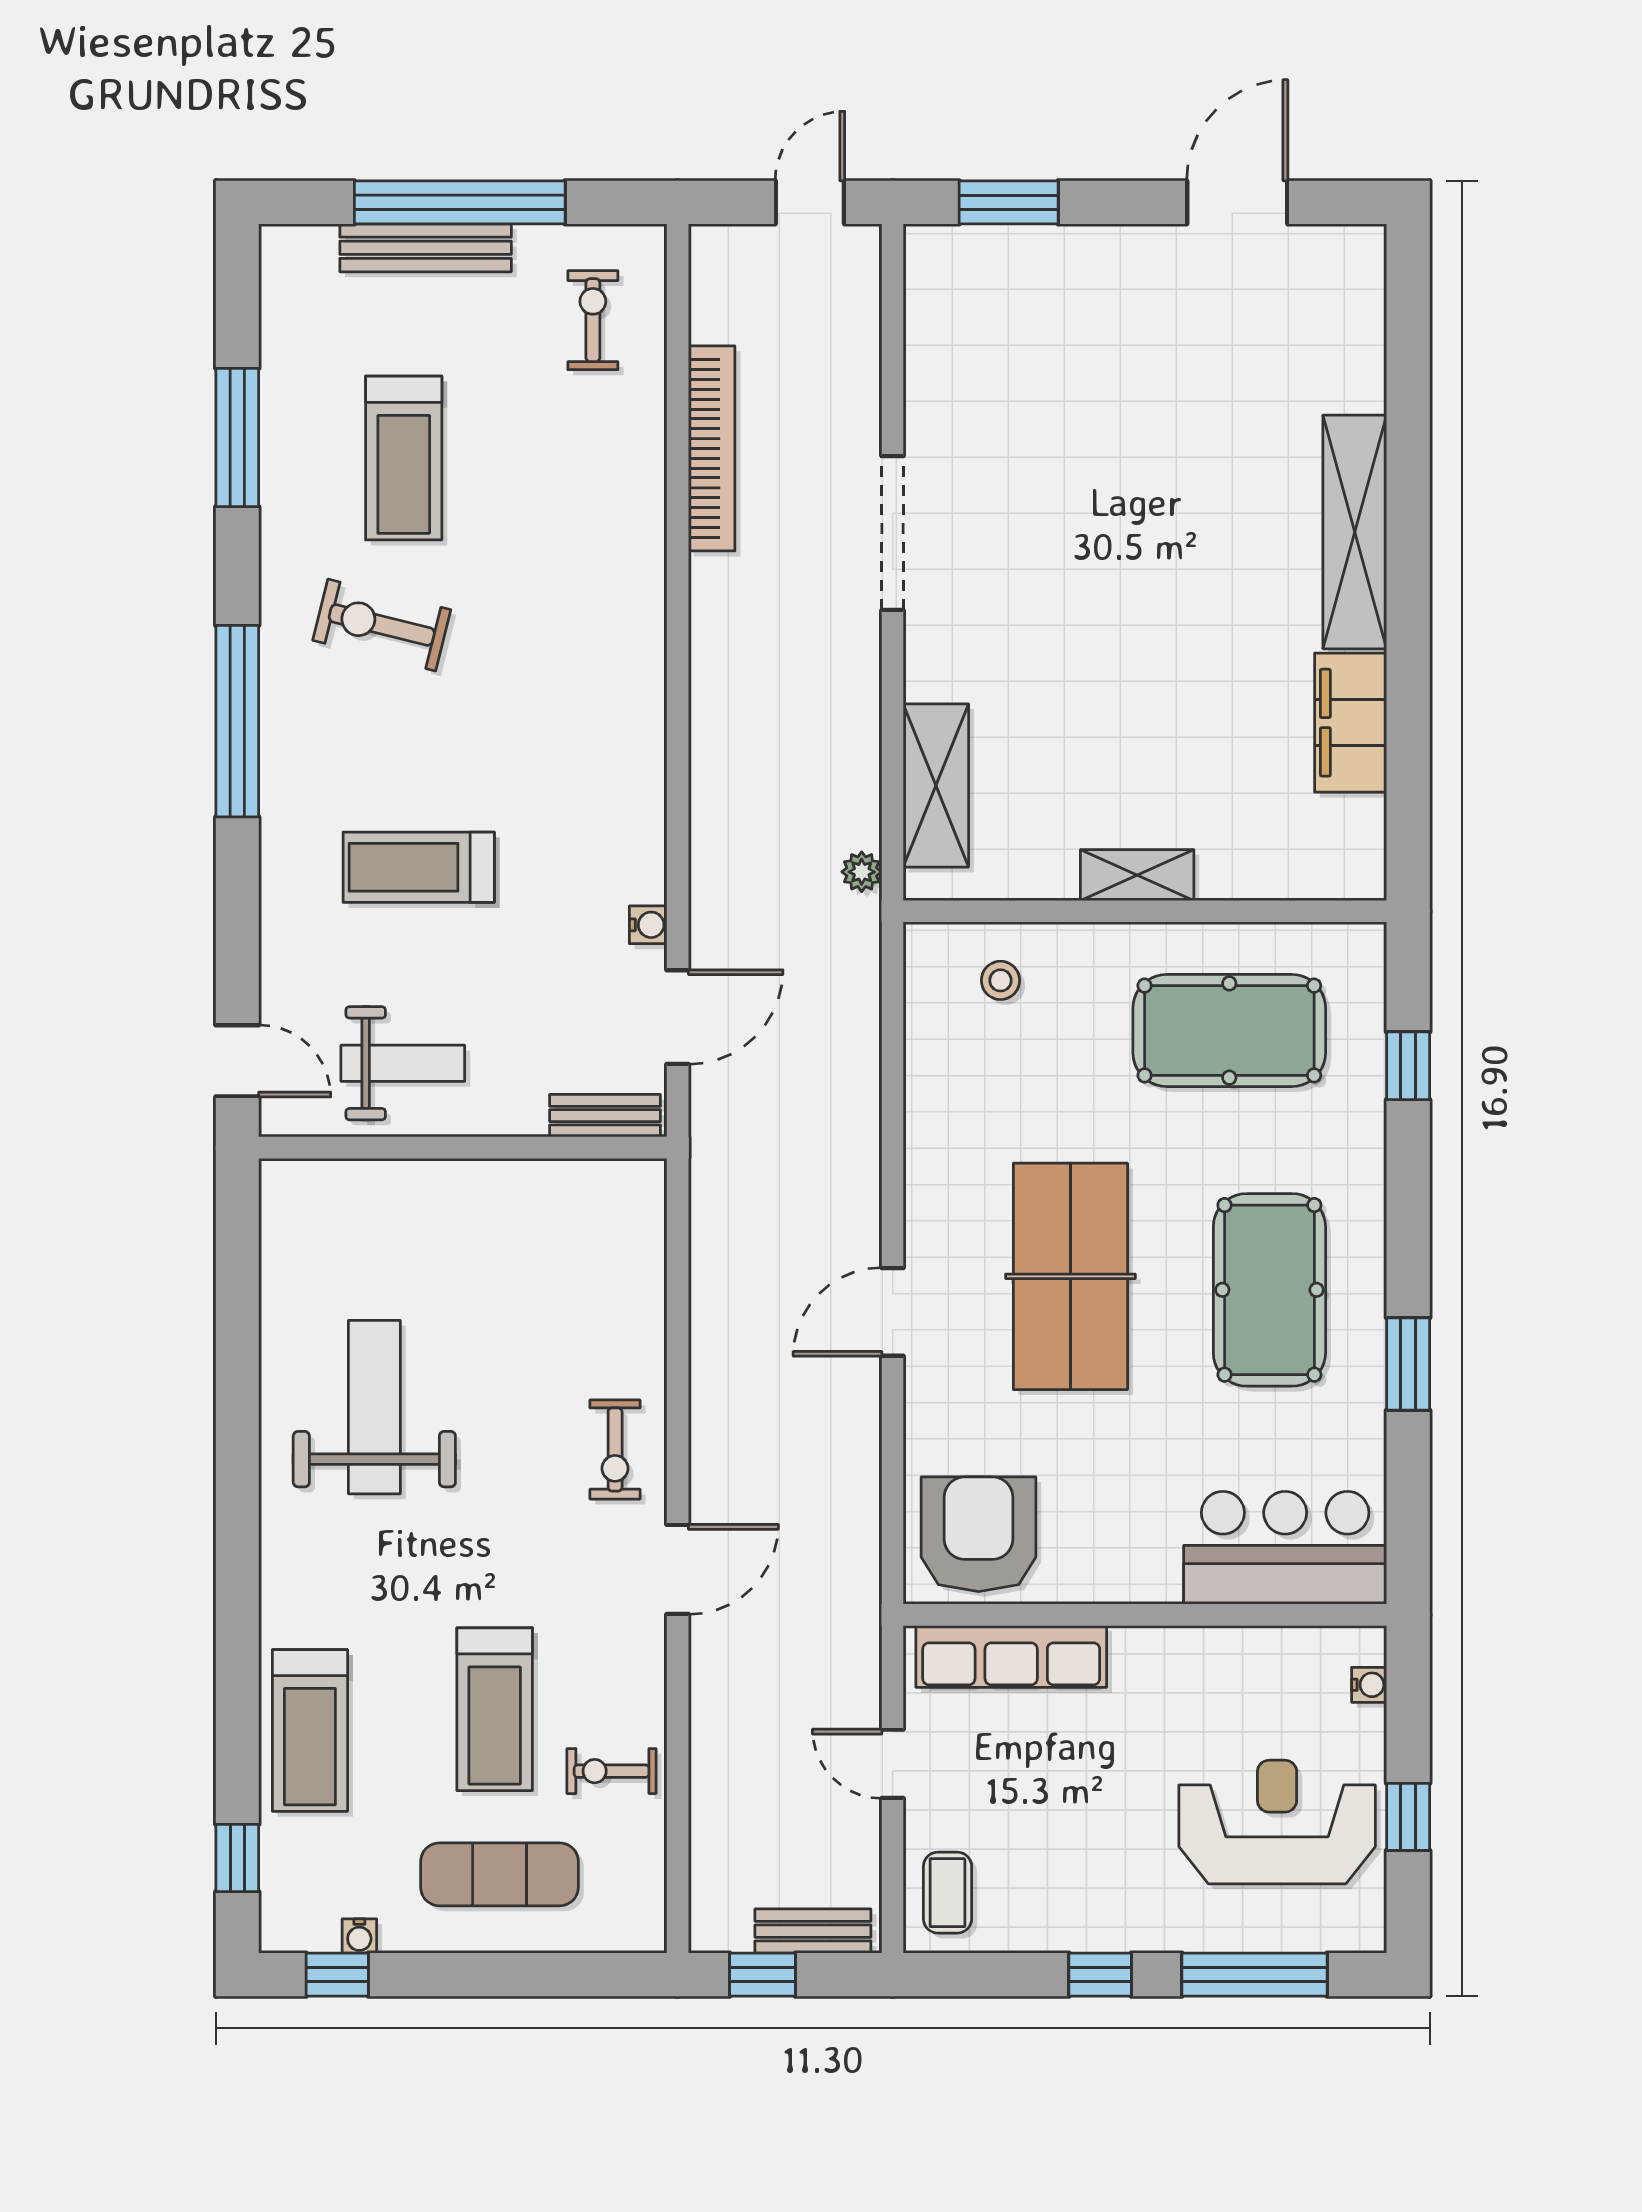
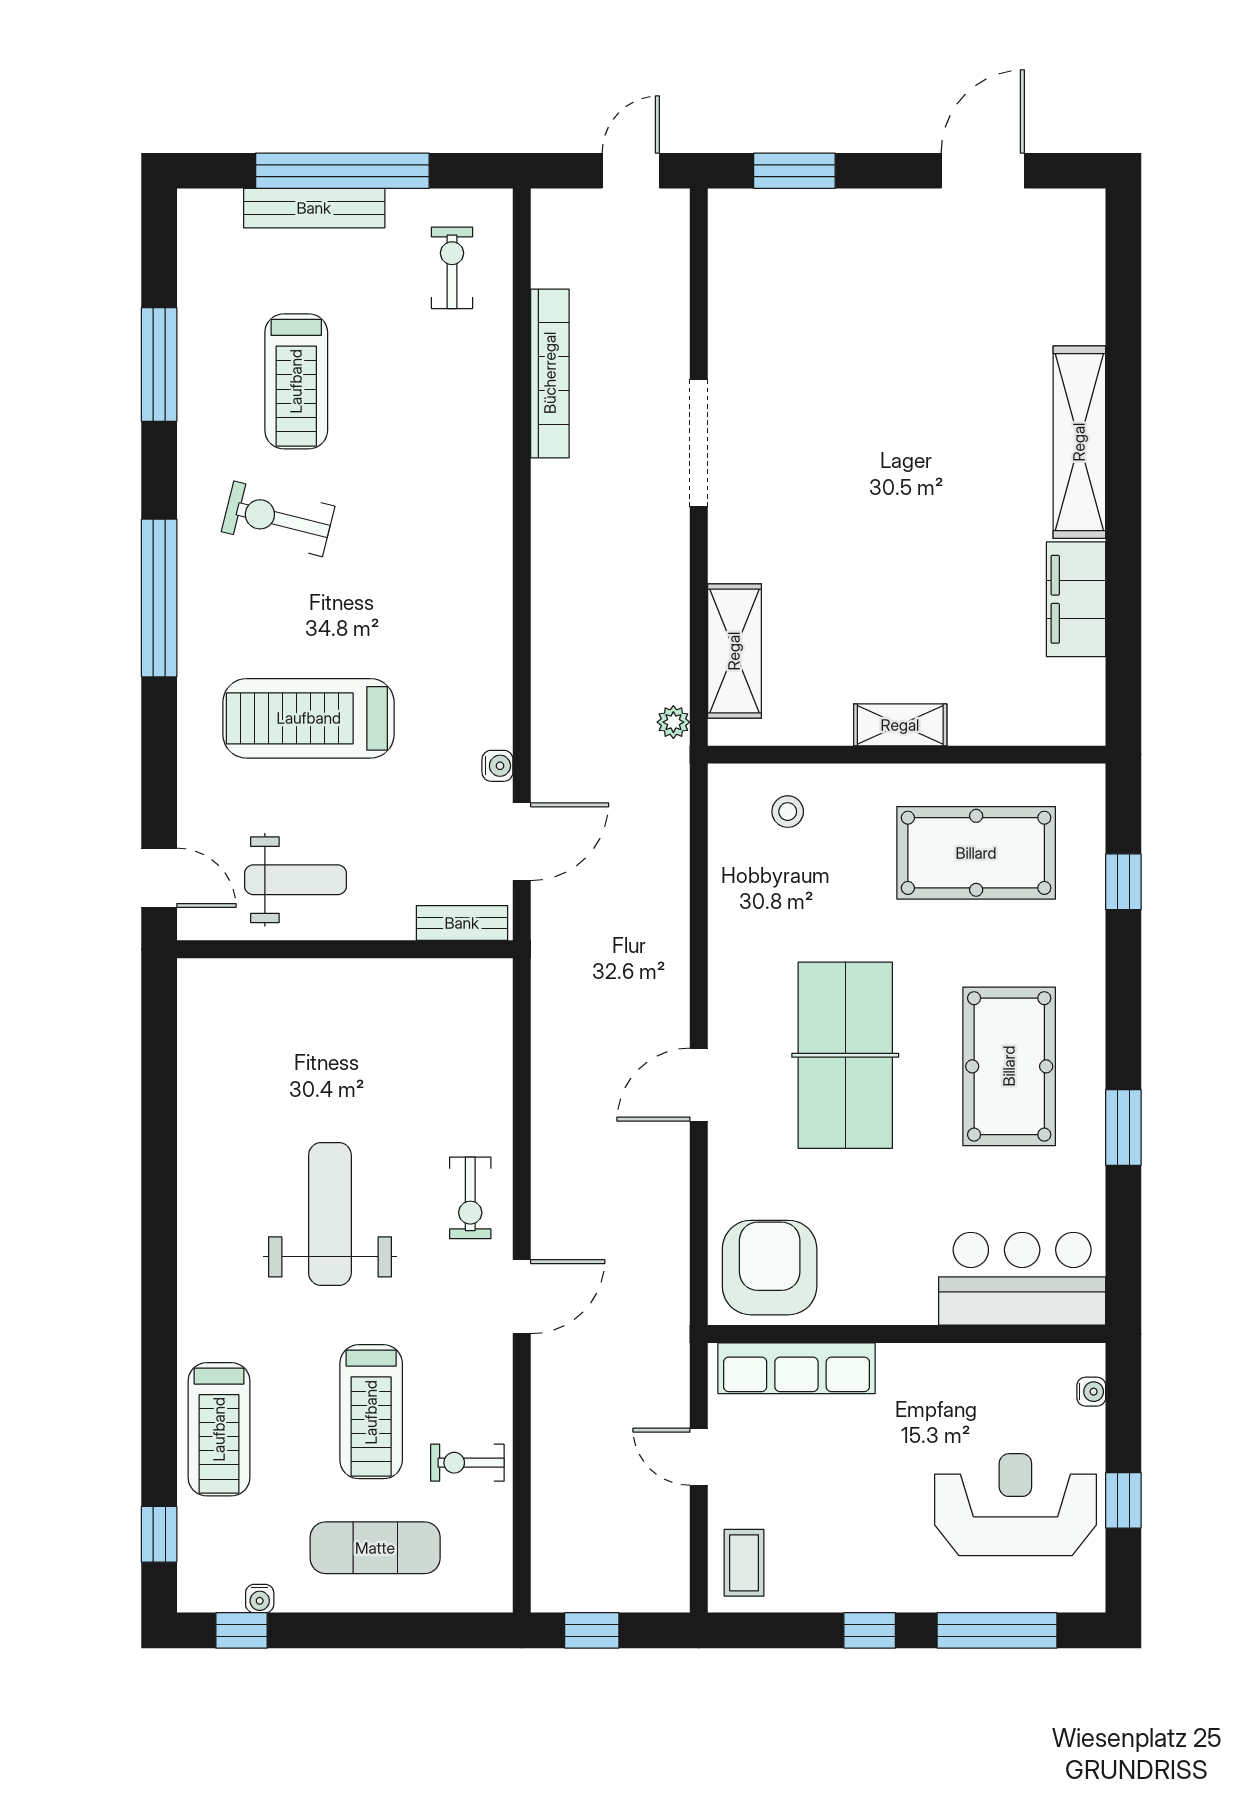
treadmill: (419, 867) -> (309, 718), width x1.37, depth x1.38
weight bench: (374, 1407) -> (330, 1214), moved
bench: (813, 1931) -> (633, 1594), removed

